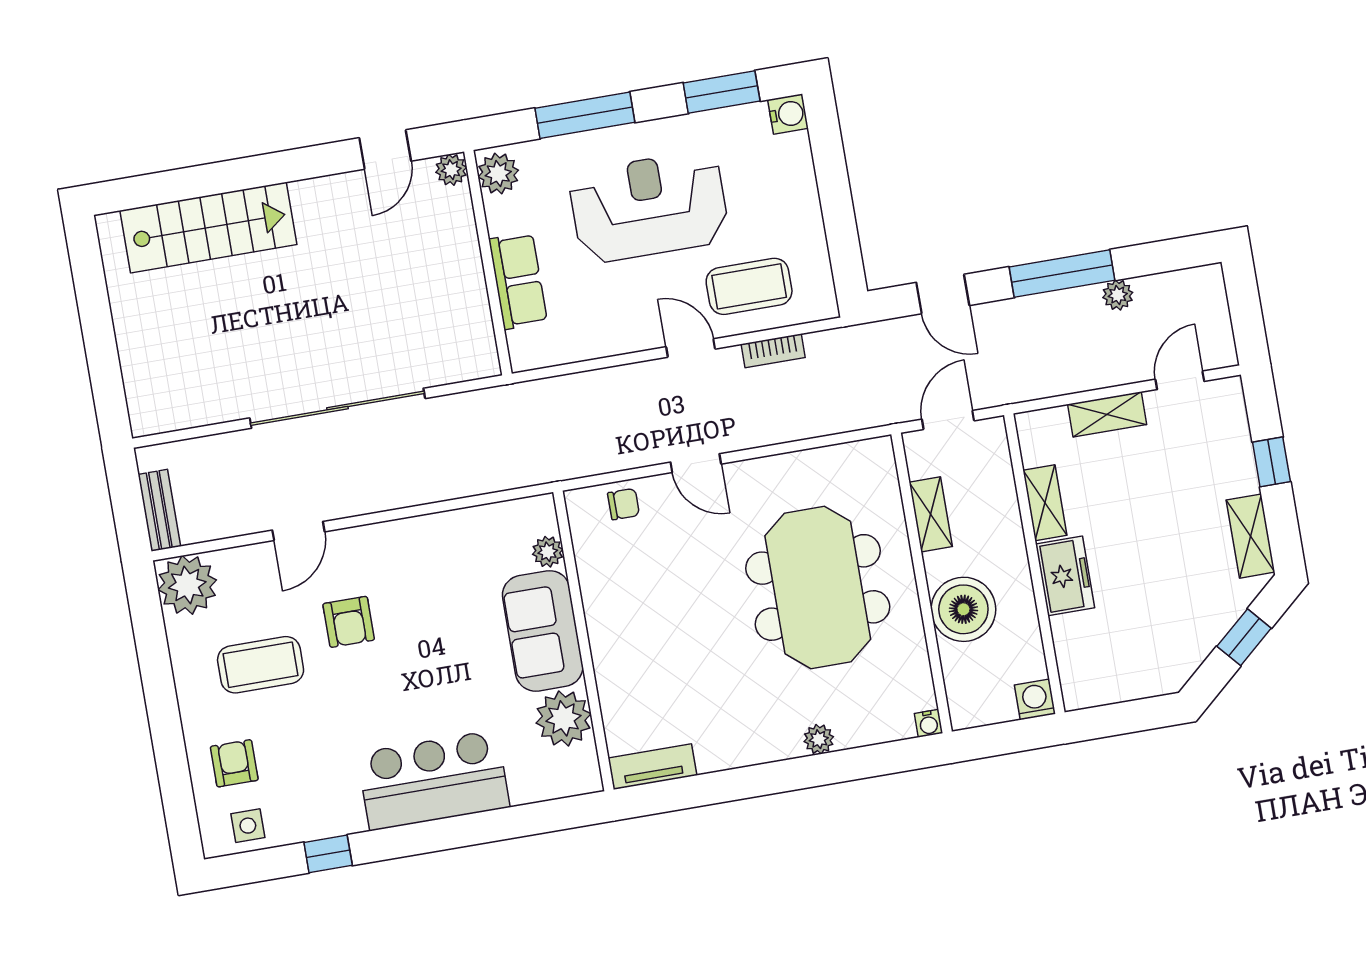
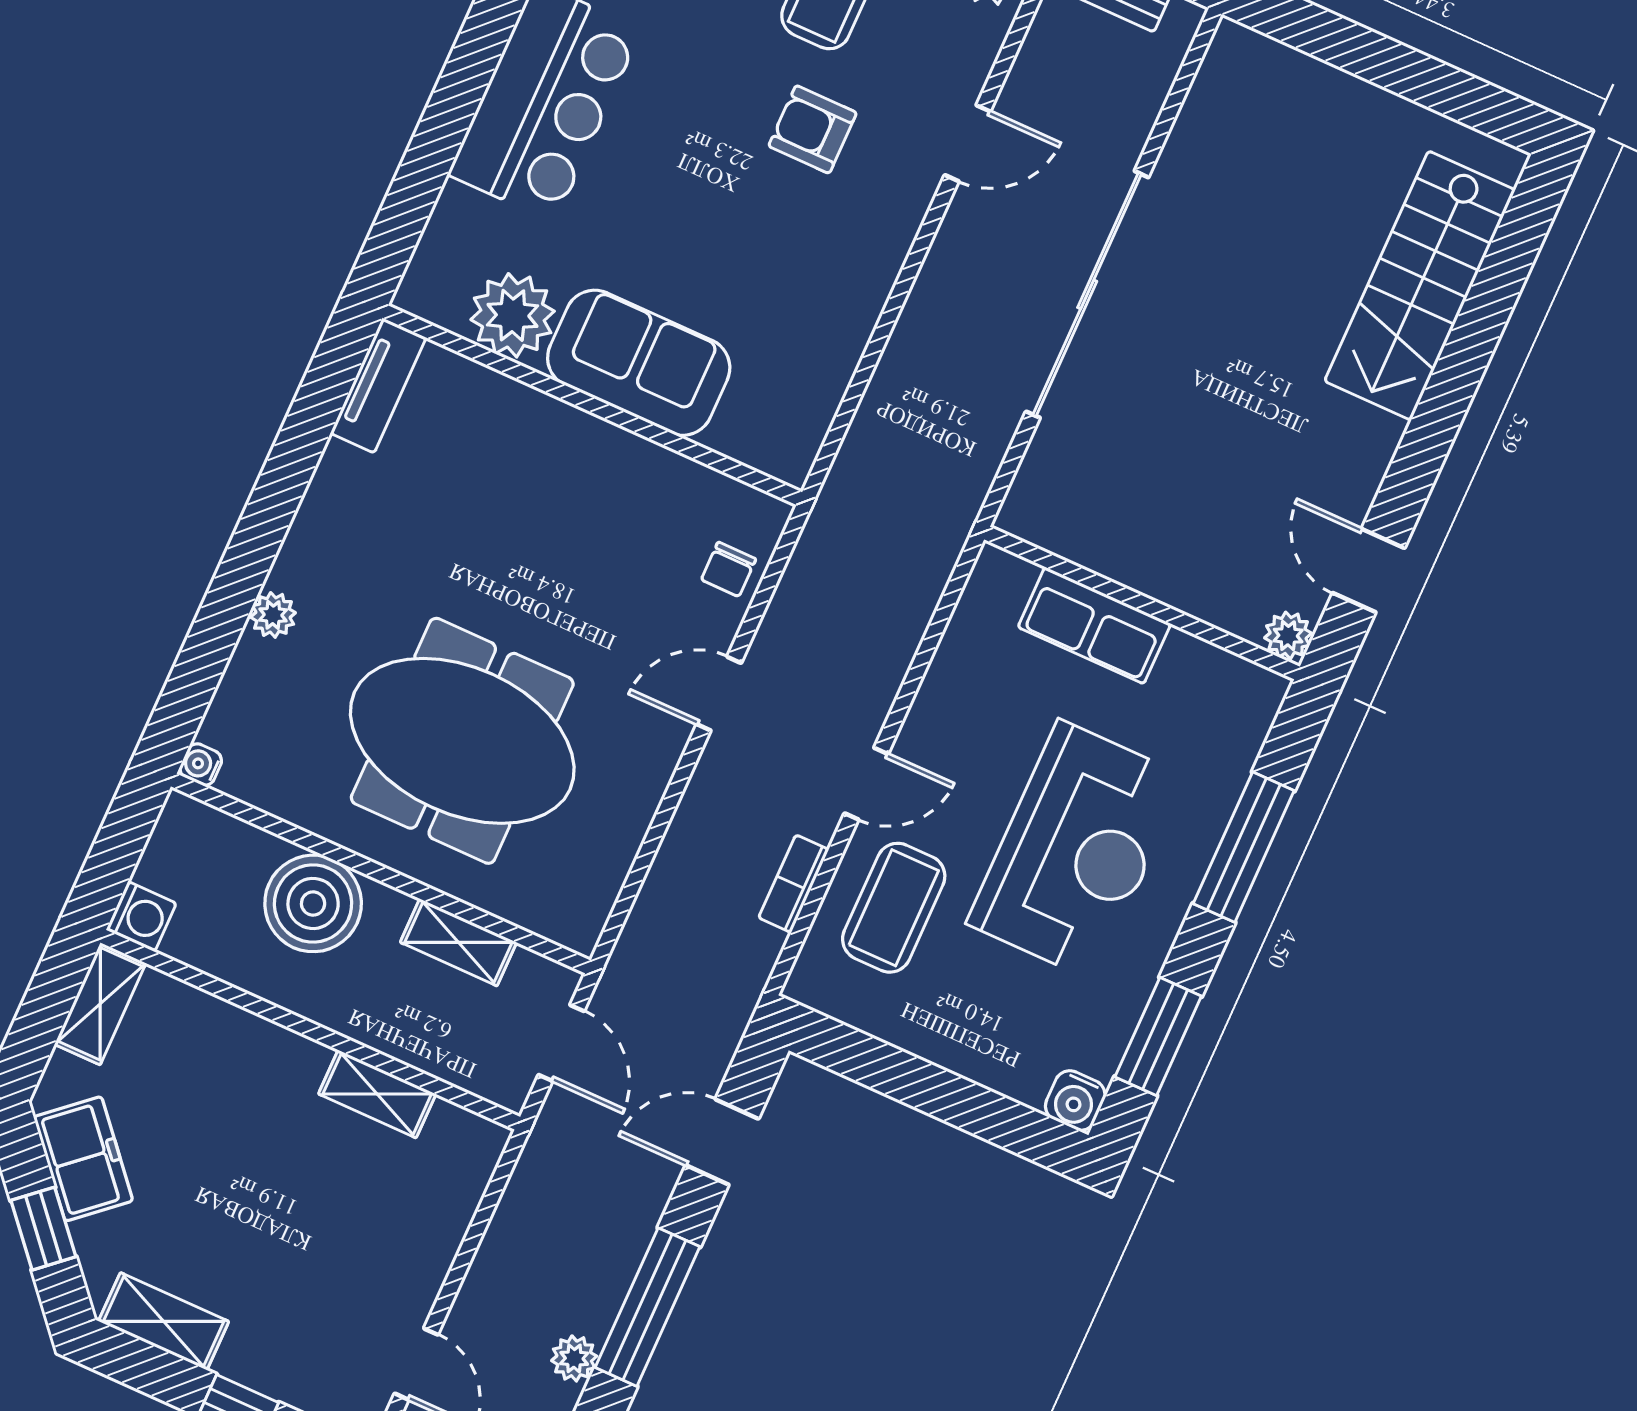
plant: (498, 174) -> (1244, 691), removed
shelving: (1107, 414) -> (100, 1004), moved
door: (298, 531) -> (967, 143), swing flipped
plant: (548, 552) -> (733, 435), removed
freezer: (1065, 576) -> (83, 1159), moved, turned -131

